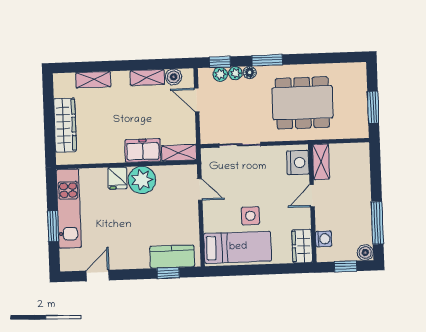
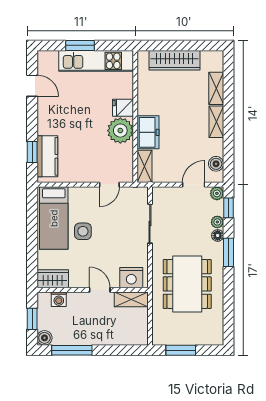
plant: (220, 74) -> (217, 193), moved
shelving: (147, 78) -> (216, 122), moved

